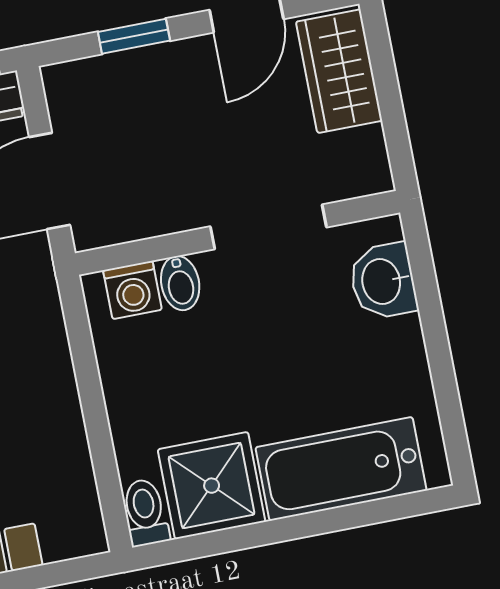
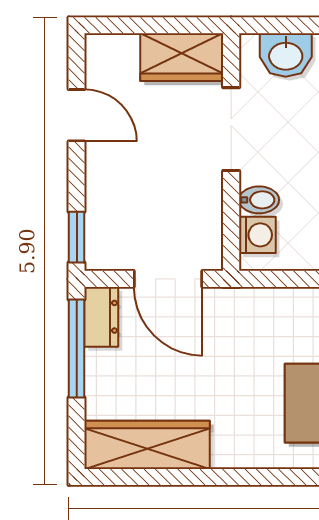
window: (134, 36) -> (77, 237), moved
wardrobe: (339, 71) -> (182, 57), moved

